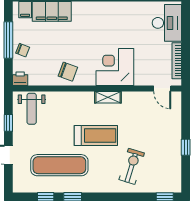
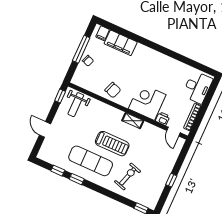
printer: (20, 79) -> (163, 119), moved
window: (8, 123) -> (60, 96), moved
exercise mat: (59, 165) -> (91, 161), moved

